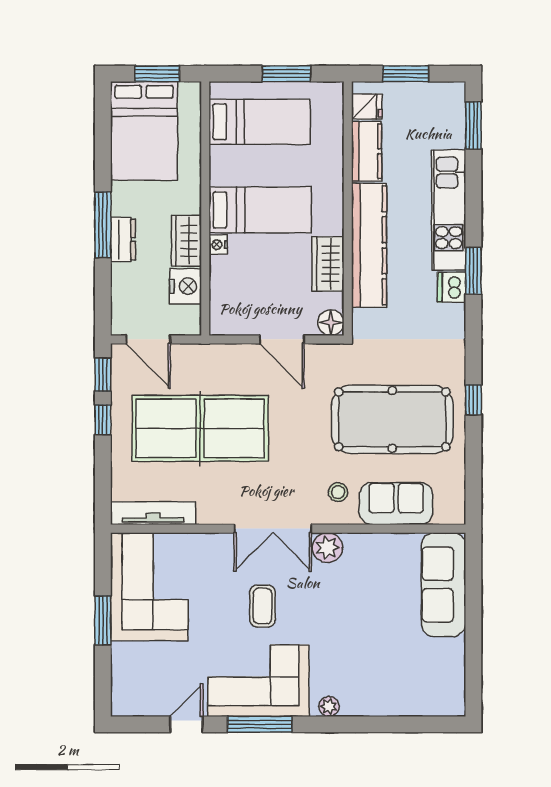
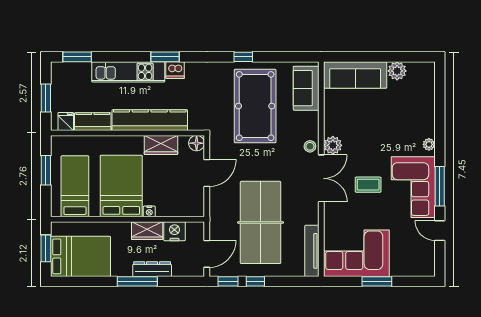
bed: (260, 210) -> (121, 186), width x1.50
dresser: (123, 239) -> (152, 269), width x1.44
stool: (338, 492) -> (310, 146), moved
sofa: (396, 504) -> (306, 88), moved
plant: (450, 654) -> (397, 71), added

